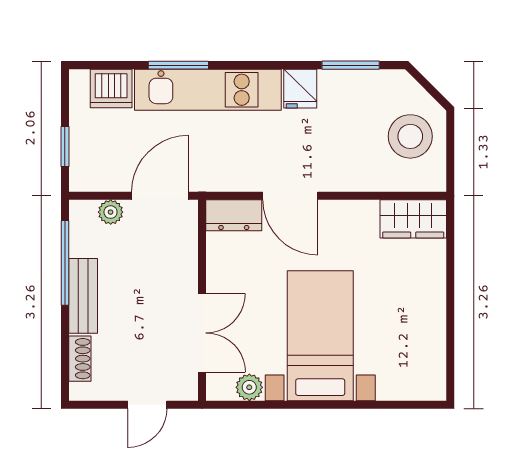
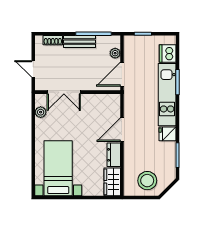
door: (160, 196) -> (122, 74), swing flipped
dresser: (234, 215) -> (114, 155), moved
bed with nightstands: (320, 336) -> (58, 168), moved, turned -90

